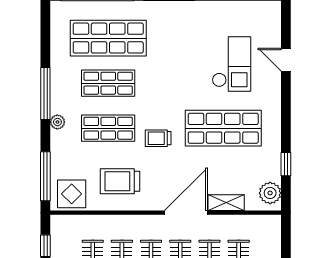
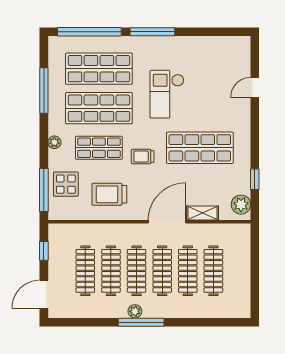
door: (286, 60) -> (255, 88), hinge flipped
checkout: (232, 64) -> (167, 94), moved, turned 180
shop shelf: (108, 83) -> (99, 108), width x1.43, depth x1.36
window: (45, 93) -> (44, 90), moved
display table: (72, 194) -> (66, 184), moved

